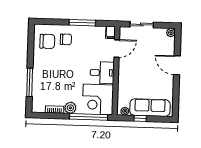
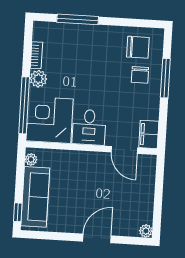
window: (82, 23) -> (165, 78), moved
sliding door: (142, 25) -> (159, 188), removed
filing cabinet: (110, 32) -> (149, 134), width x2.00
chair: (47, 41) -> (138, 47), turned -90
window: (140, 118) -> (18, 212), moved

